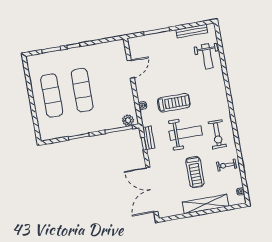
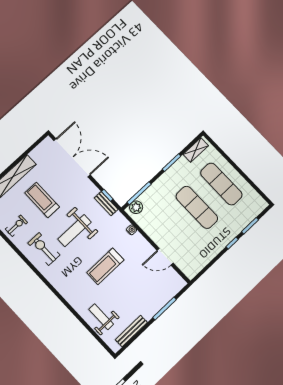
door: (131, 69) -> (165, 257), hinge flipped
treadmill: (174, 103) -> (105, 266), moved
shelving: (54, 134) -> (196, 150), added

